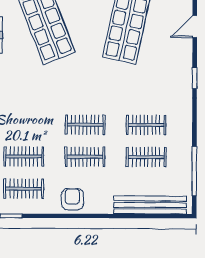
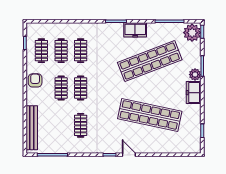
door: (195, 27) -> (129, 155), moved
clothes rail: (146, 157) -> (81, 51), moved
armchair: (72, 199) -> (35, 80), turned -90

